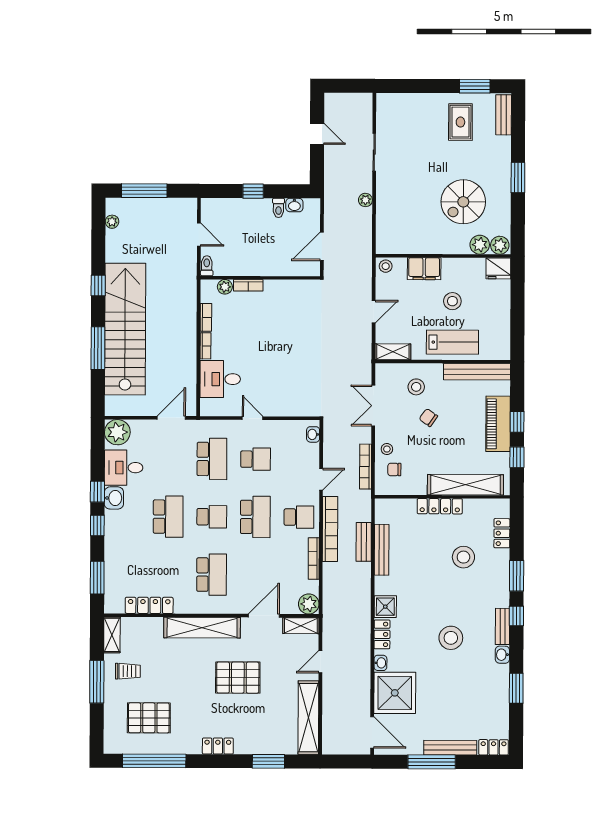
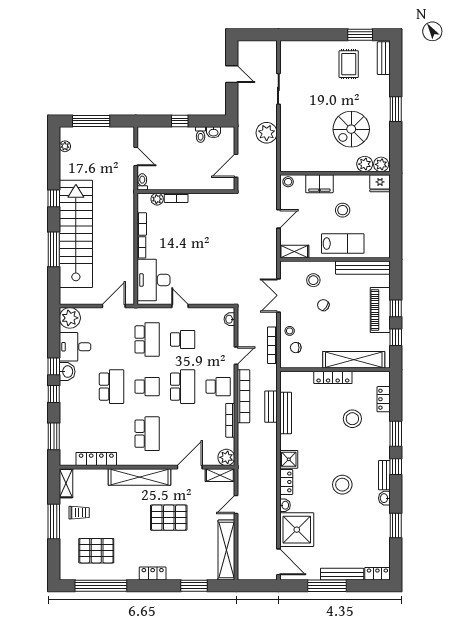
plant: (365, 200) -> (267, 133), width x1.87, depth x1.87
desk: (220, 379) -> (154, 280), width x1.37

